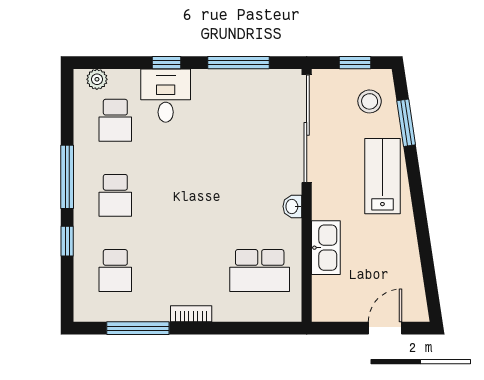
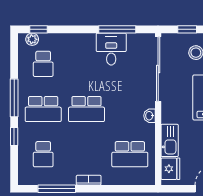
window: (167, 63) -> (38, 29), moved
desk: (166, 96) -> (111, 49), moved
school desk: (115, 195) -> (43, 109), width x1.85
school desk: (187, 195) -> (86, 109), added
fridge: (327, 295) -> (170, 169), added

